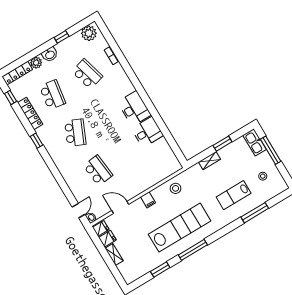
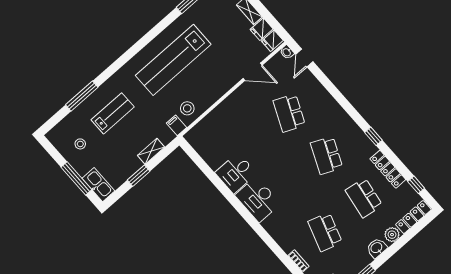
school desk: (87, 74) -> (325, 232), turned 33
school desk: (98, 170) -> (289, 113), turned 30
filing cabinet: (148, 200) -> (176, 125), moved
window: (193, 250) -> (151, 35), removed

